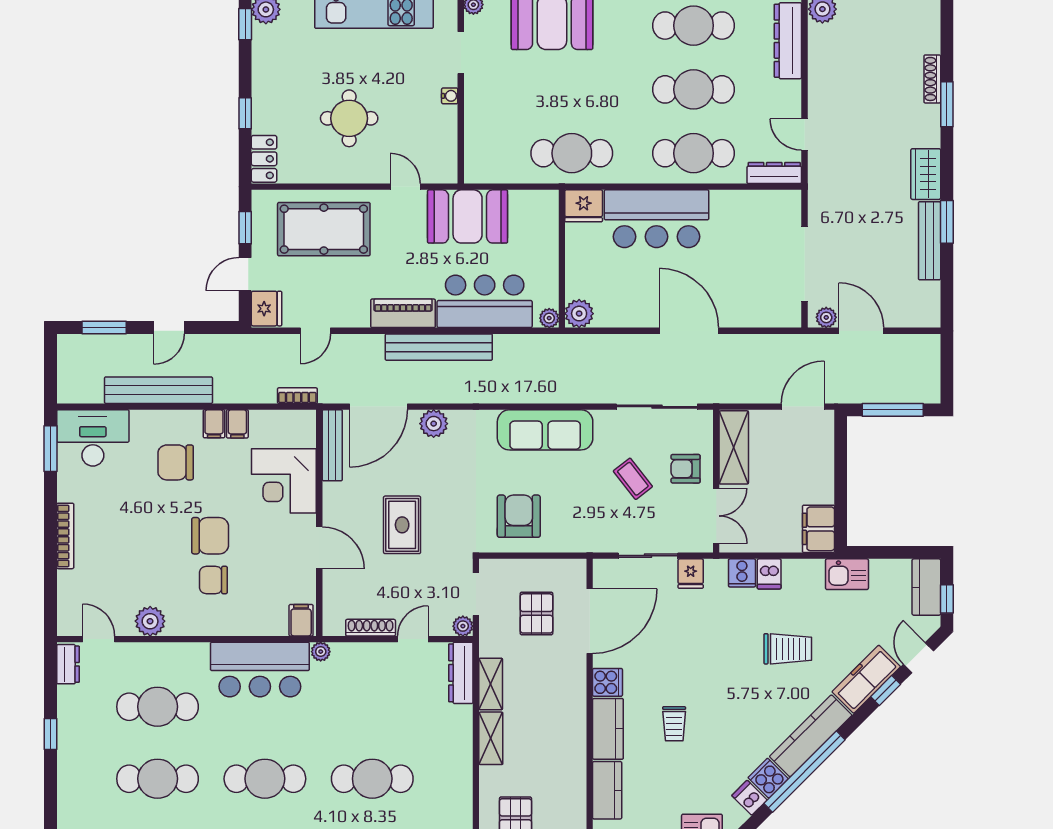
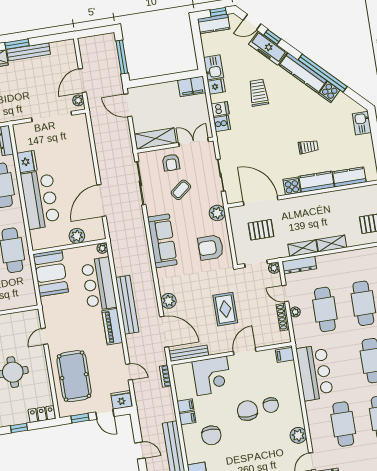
fridge: (584, 206) -> (27, 162), moved
booth: (468, 216) -> (51, 273), moved
plant: (579, 314) -> (77, 236), moved
door: (689, 331) -> (102, 200), moved
rug: (402, 525) -> (225, 309), turned 90
plant: (580, 538) -> (217, 213), added
fridge: (691, 574) -> (216, 86), moved
plant: (321, 652) -> (295, 312), moved
cafe table: (372, 707) -> (325, 309), added
dishwasher: (749, 798) -> (341, 100), removed

